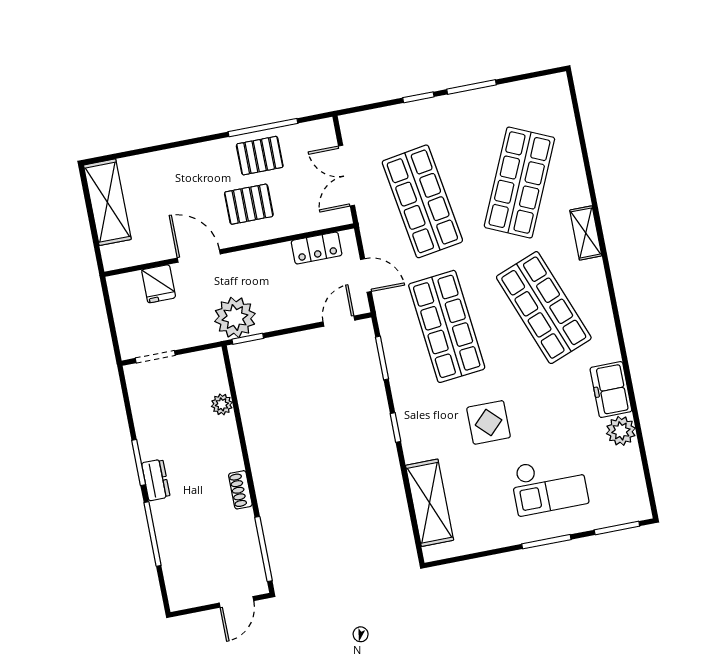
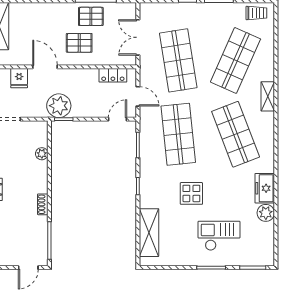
trolley: (539, 95) -> (256, 13), added
checkout: (549, 485) -> (219, 236), turned 180

